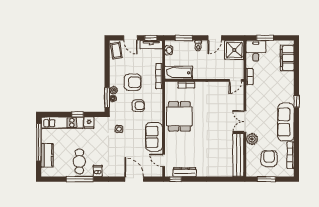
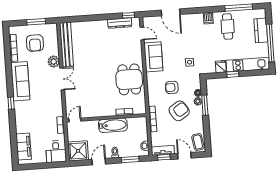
window: (265, 38) -> (48, 165), removed
bathtub: (179, 73) -> (113, 125), moved
armchair: (133, 82) -> (179, 111), turned 147
window: (107, 97) -> (205, 105), moved
window: (80, 179) -> (239, 8), moved

